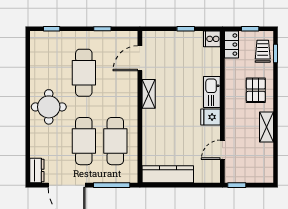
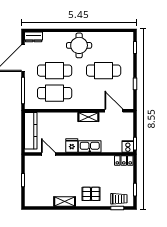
cooker: (212, 39) -> (128, 146), moved
locker: (231, 45) -> (124, 161), moved
kitchen sink: (212, 92) -> (90, 147), moved
wall: (222, 107) -> (79, 154), moved
fridge: (211, 117) -> (72, 146), moved
door: (222, 150) -> (48, 154), moved

